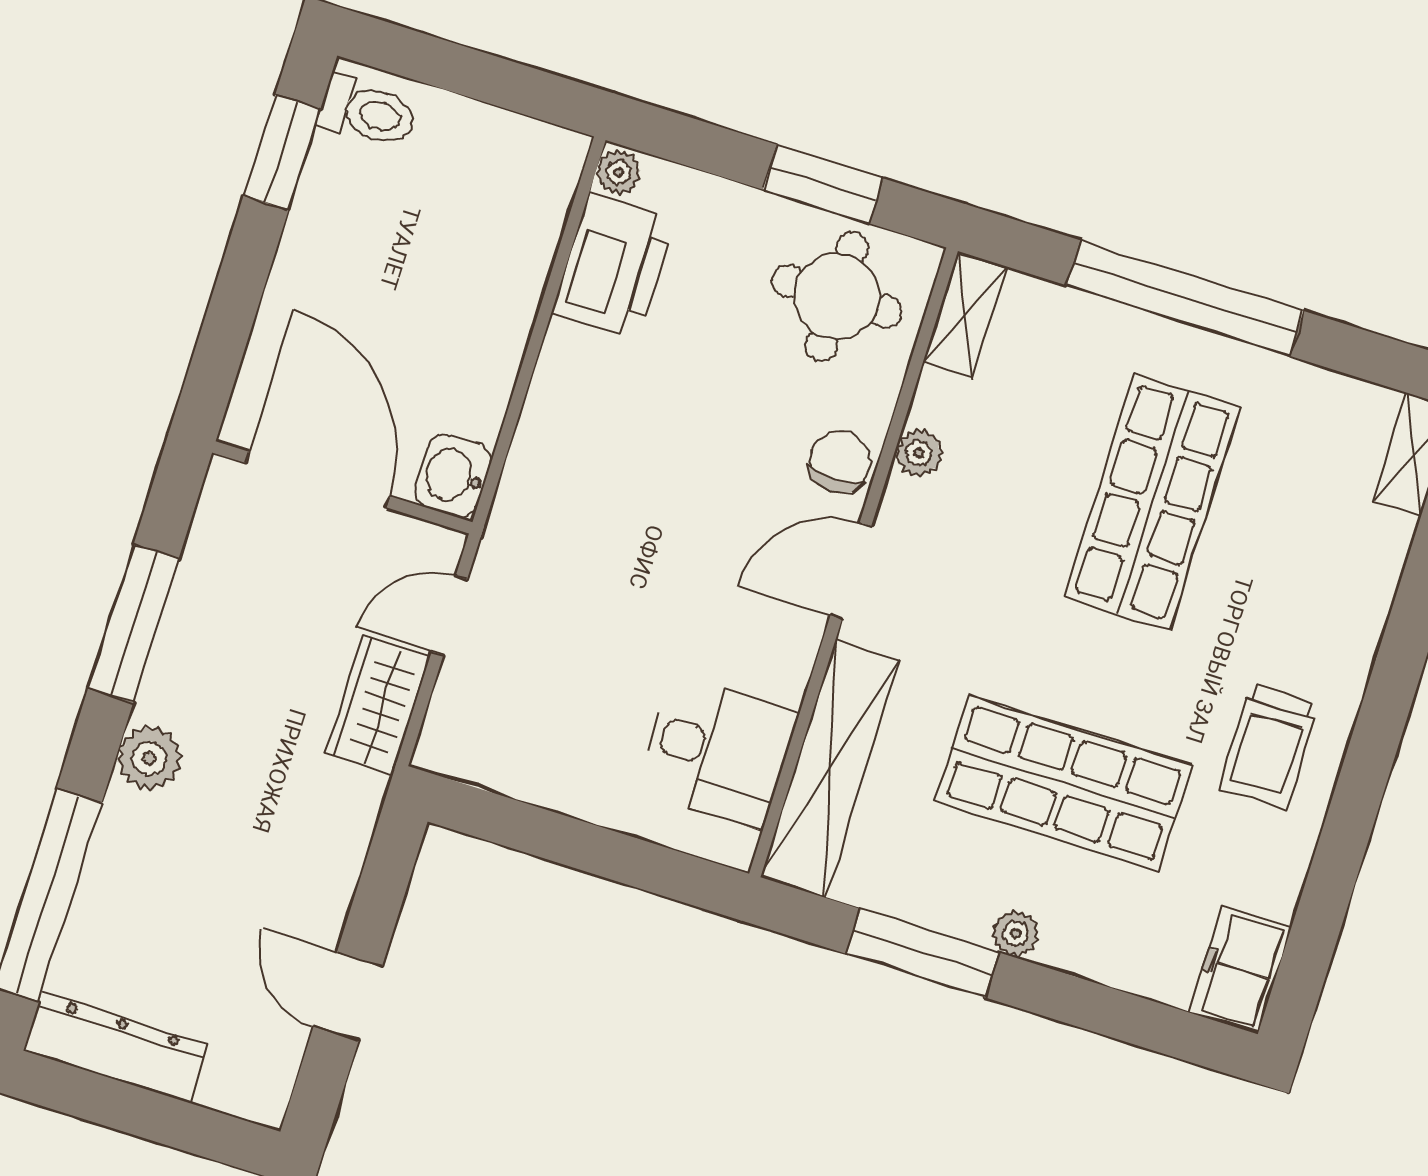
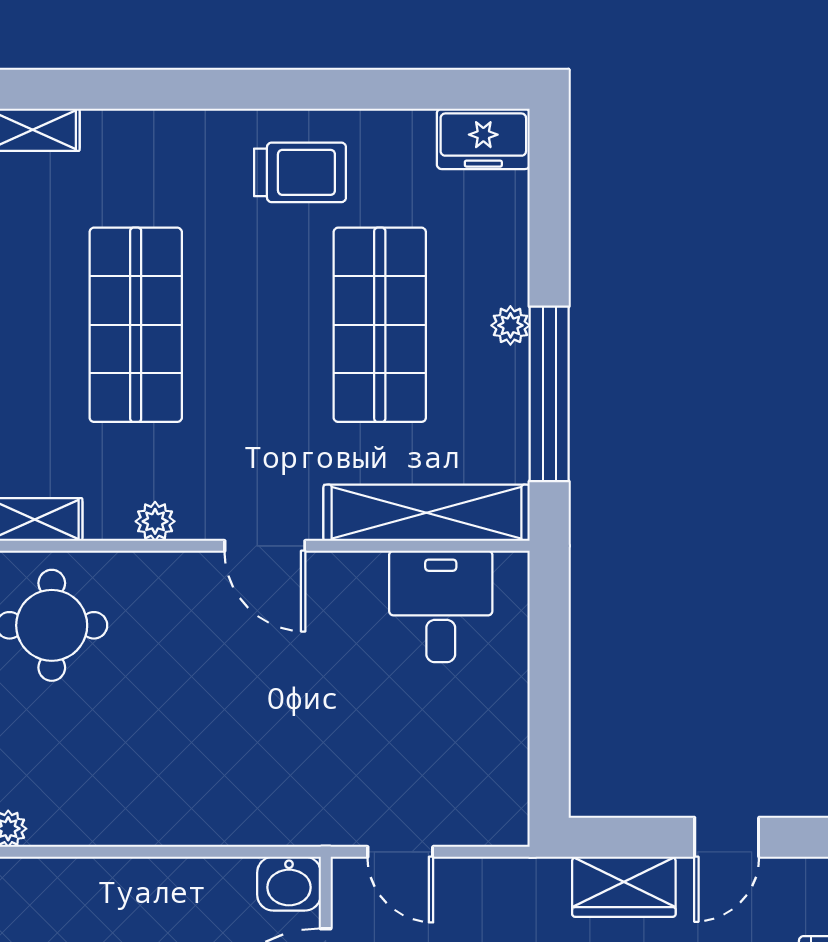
printer: (614, 266) -> (83, 809), removed
chair: (840, 462) -> (182, 582), removed
shop shelf: (1152, 502) -> (136, 325), turned 90
wardrobe: (377, 705) -> (624, 887), moved
window: (923, 953) -> (549, 394), width x1.46

